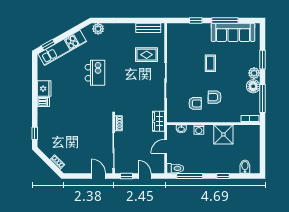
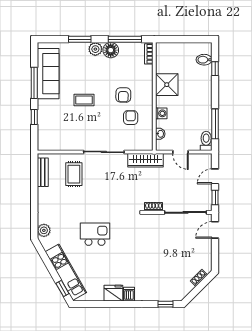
wardrobe: (158, 121) -> (146, 160), width x1.50
window: (223, 176) -> (215, 69), moved

